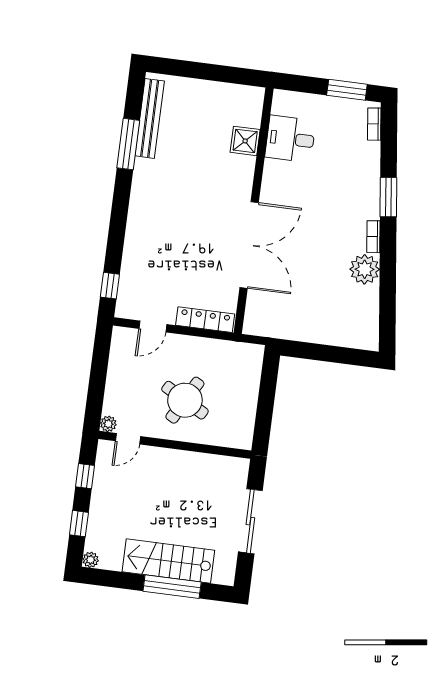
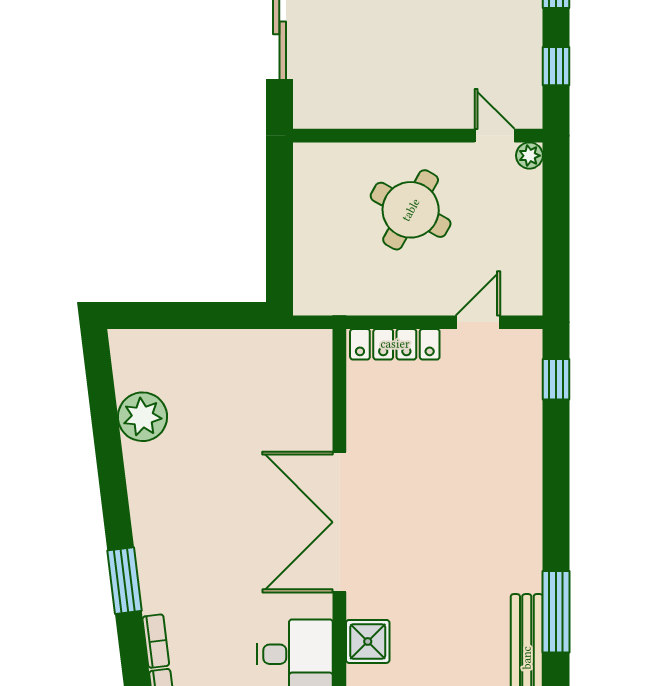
bookcase: (373, 237) -> (156, 641), moved
double door: (249, 245) -> (339, 522), moved
plant: (365, 269) -> (143, 417), moved
door: (128, 439) -> (495, 136), hinge flipped

